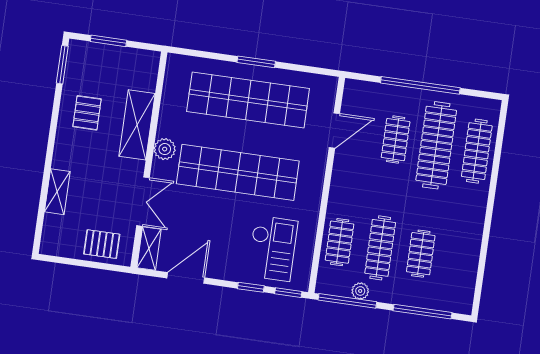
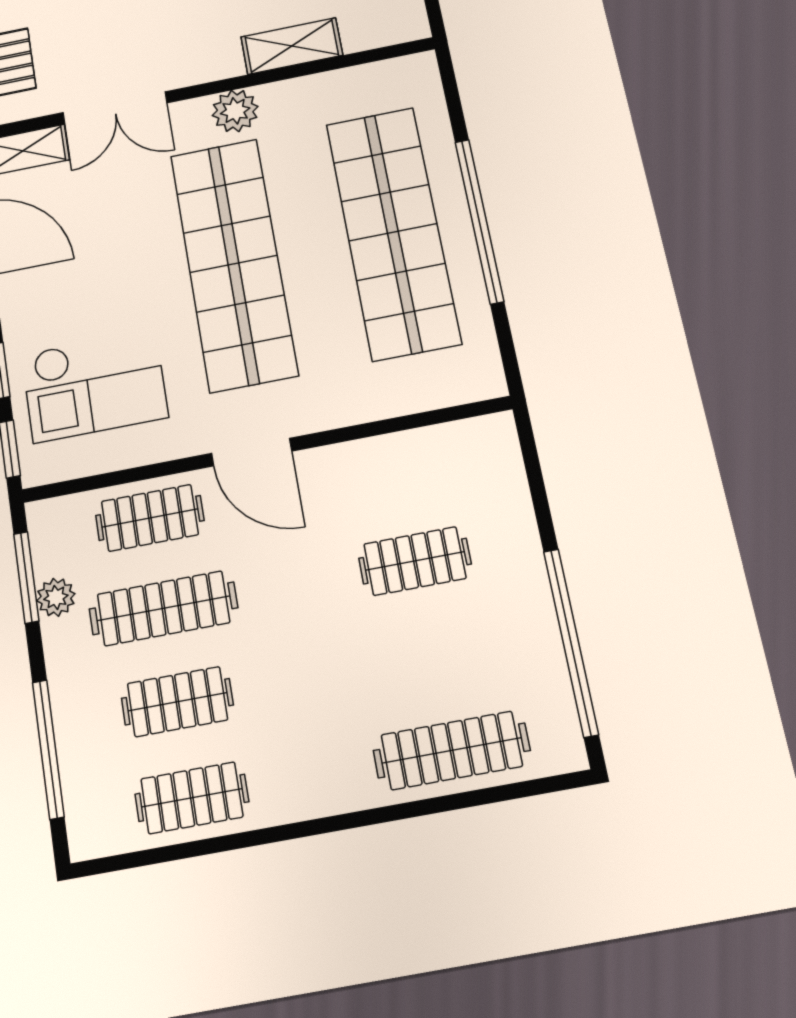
window: (256, 62) -> (479, 221), width x2.11
window: (420, 85) -> (571, 642), moved
shelving: (137, 125) -> (292, 46), width x0.67, depth x0.75
door: (334, 130) -> (252, 452), moved
clothes rail: (436, 145) -> (192, 798), moved, width x0.54, depth x0.76
window: (347, 301) -> (26, 577), width x0.69

